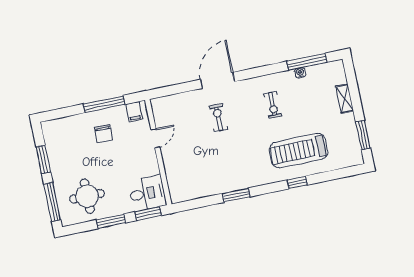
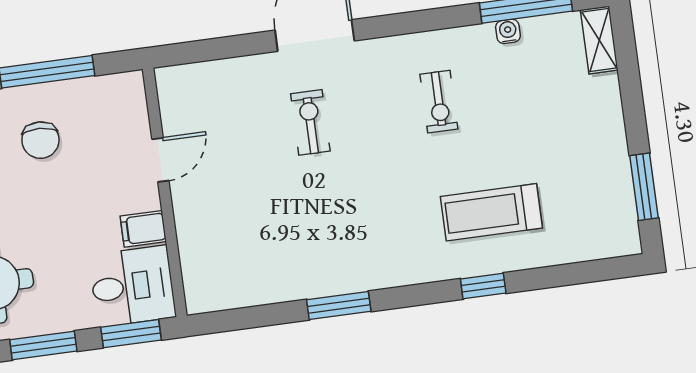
shelving: (345, 99) -> (599, 40), moved
filing cabinet: (134, 112) -> (143, 229), moved, turned 90
treadmill: (299, 151) -> (491, 212), width x0.73, depth x0.73

